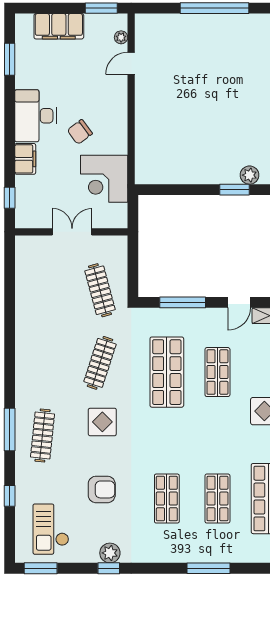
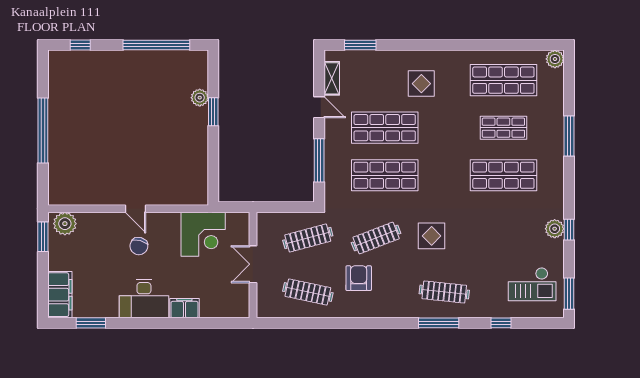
filing cabinet: (59, 26) -> (60, 295), moved
plant: (121, 37) -> (65, 224), width x1.88, depth x1.88
door: (131, 63) -> (136, 209), moved
chair: (80, 132) -> (139, 246), moved, turned 52
window: (10, 198) -> (221, 323), removed
clothes rail: (43, 290) -> (308, 292), added
clothes rail: (100, 363) -> (376, 238), turned -39
shop shelf: (217, 372) -> (385, 128), width x1.43, depth x1.36
armchair: (102, 489) -> (359, 278), moved
shop shelf: (167, 499) -> (503, 175), width x1.43, depth x1.36

